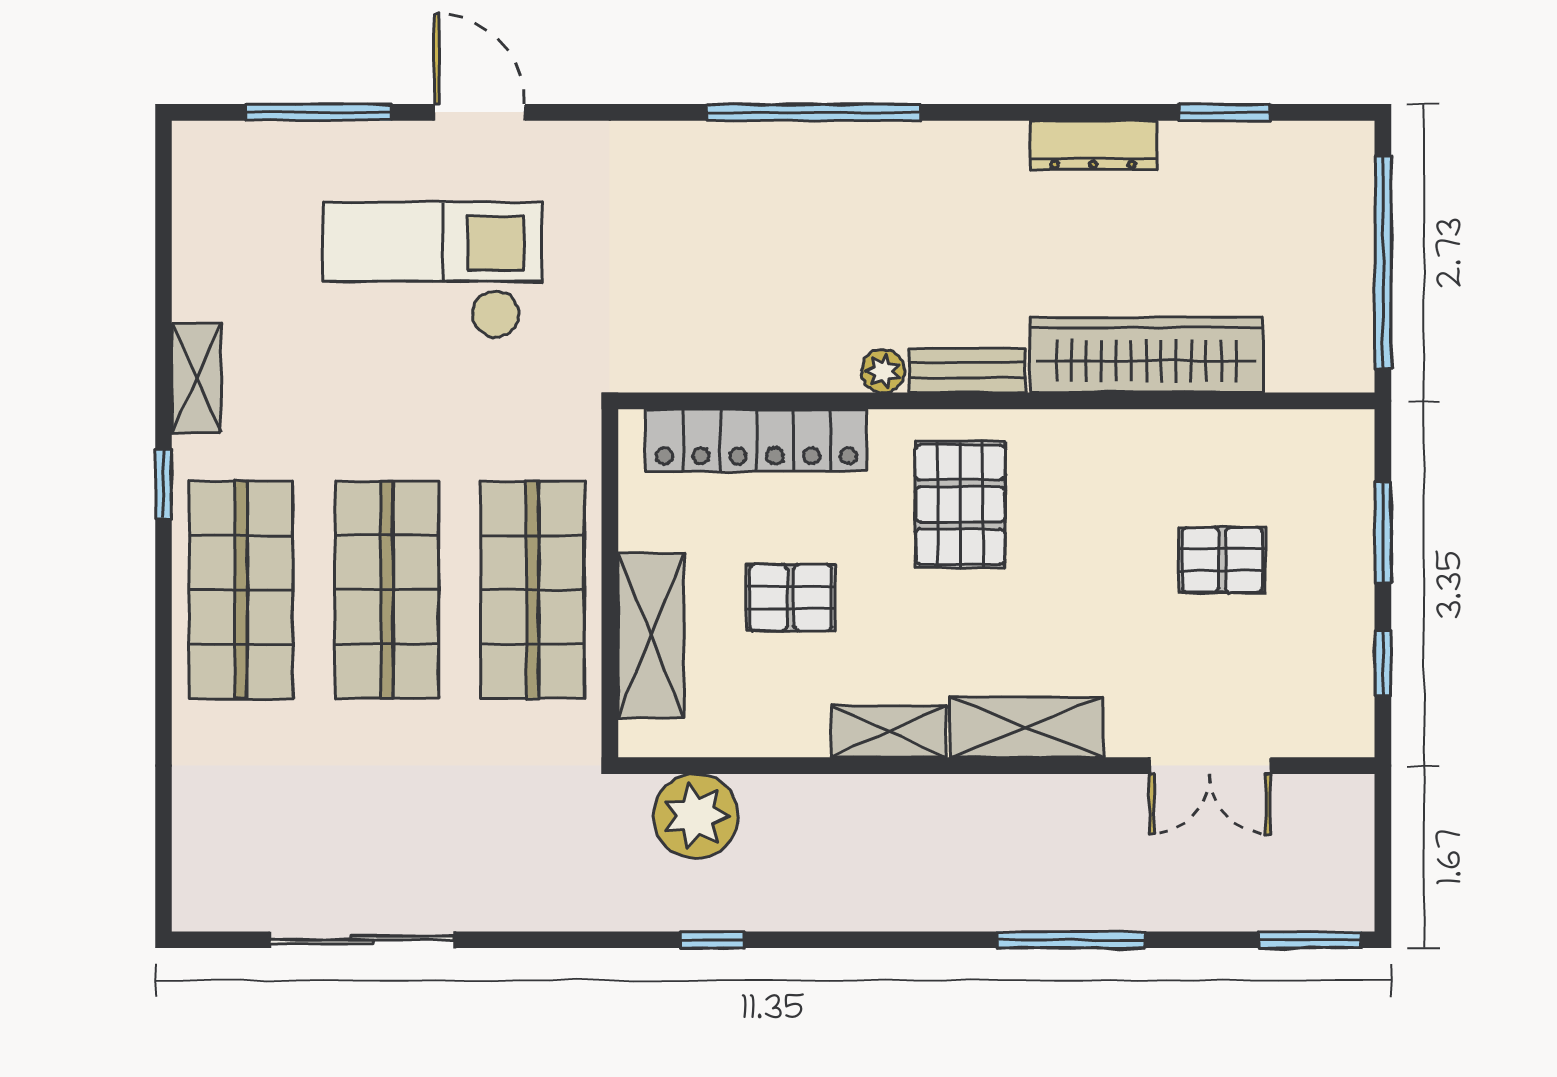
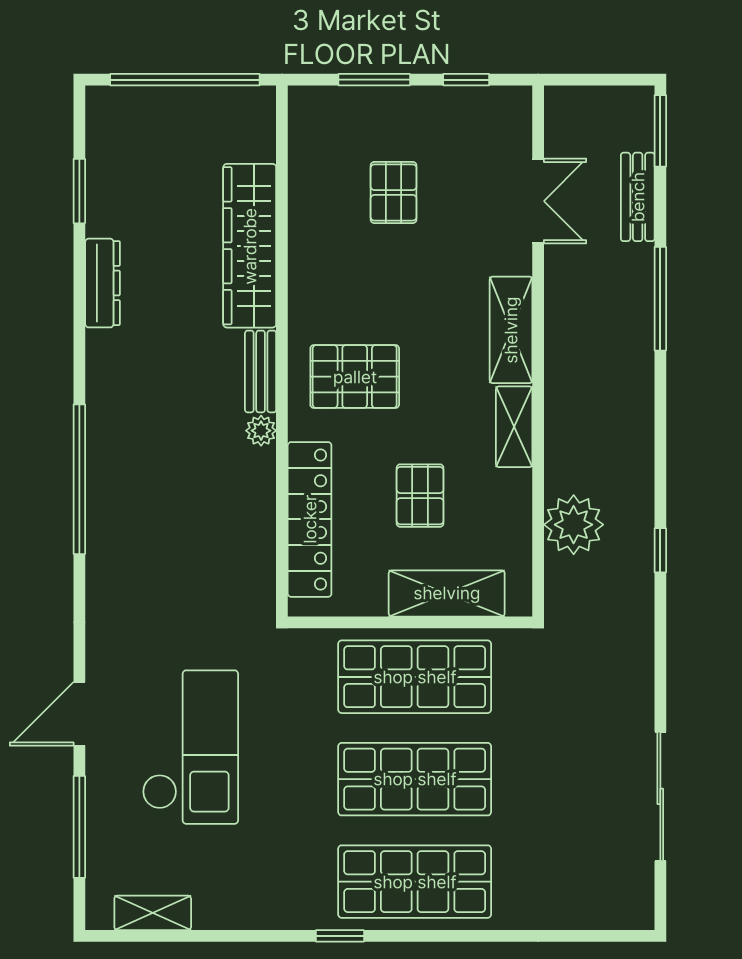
checkout: (432, 270) -> (190, 747), turned 180
shelving: (196, 378) -> (153, 913), moved
plant: (696, 816) -> (574, 525), moved
bench: (1216, 908) -> (638, 197), added

